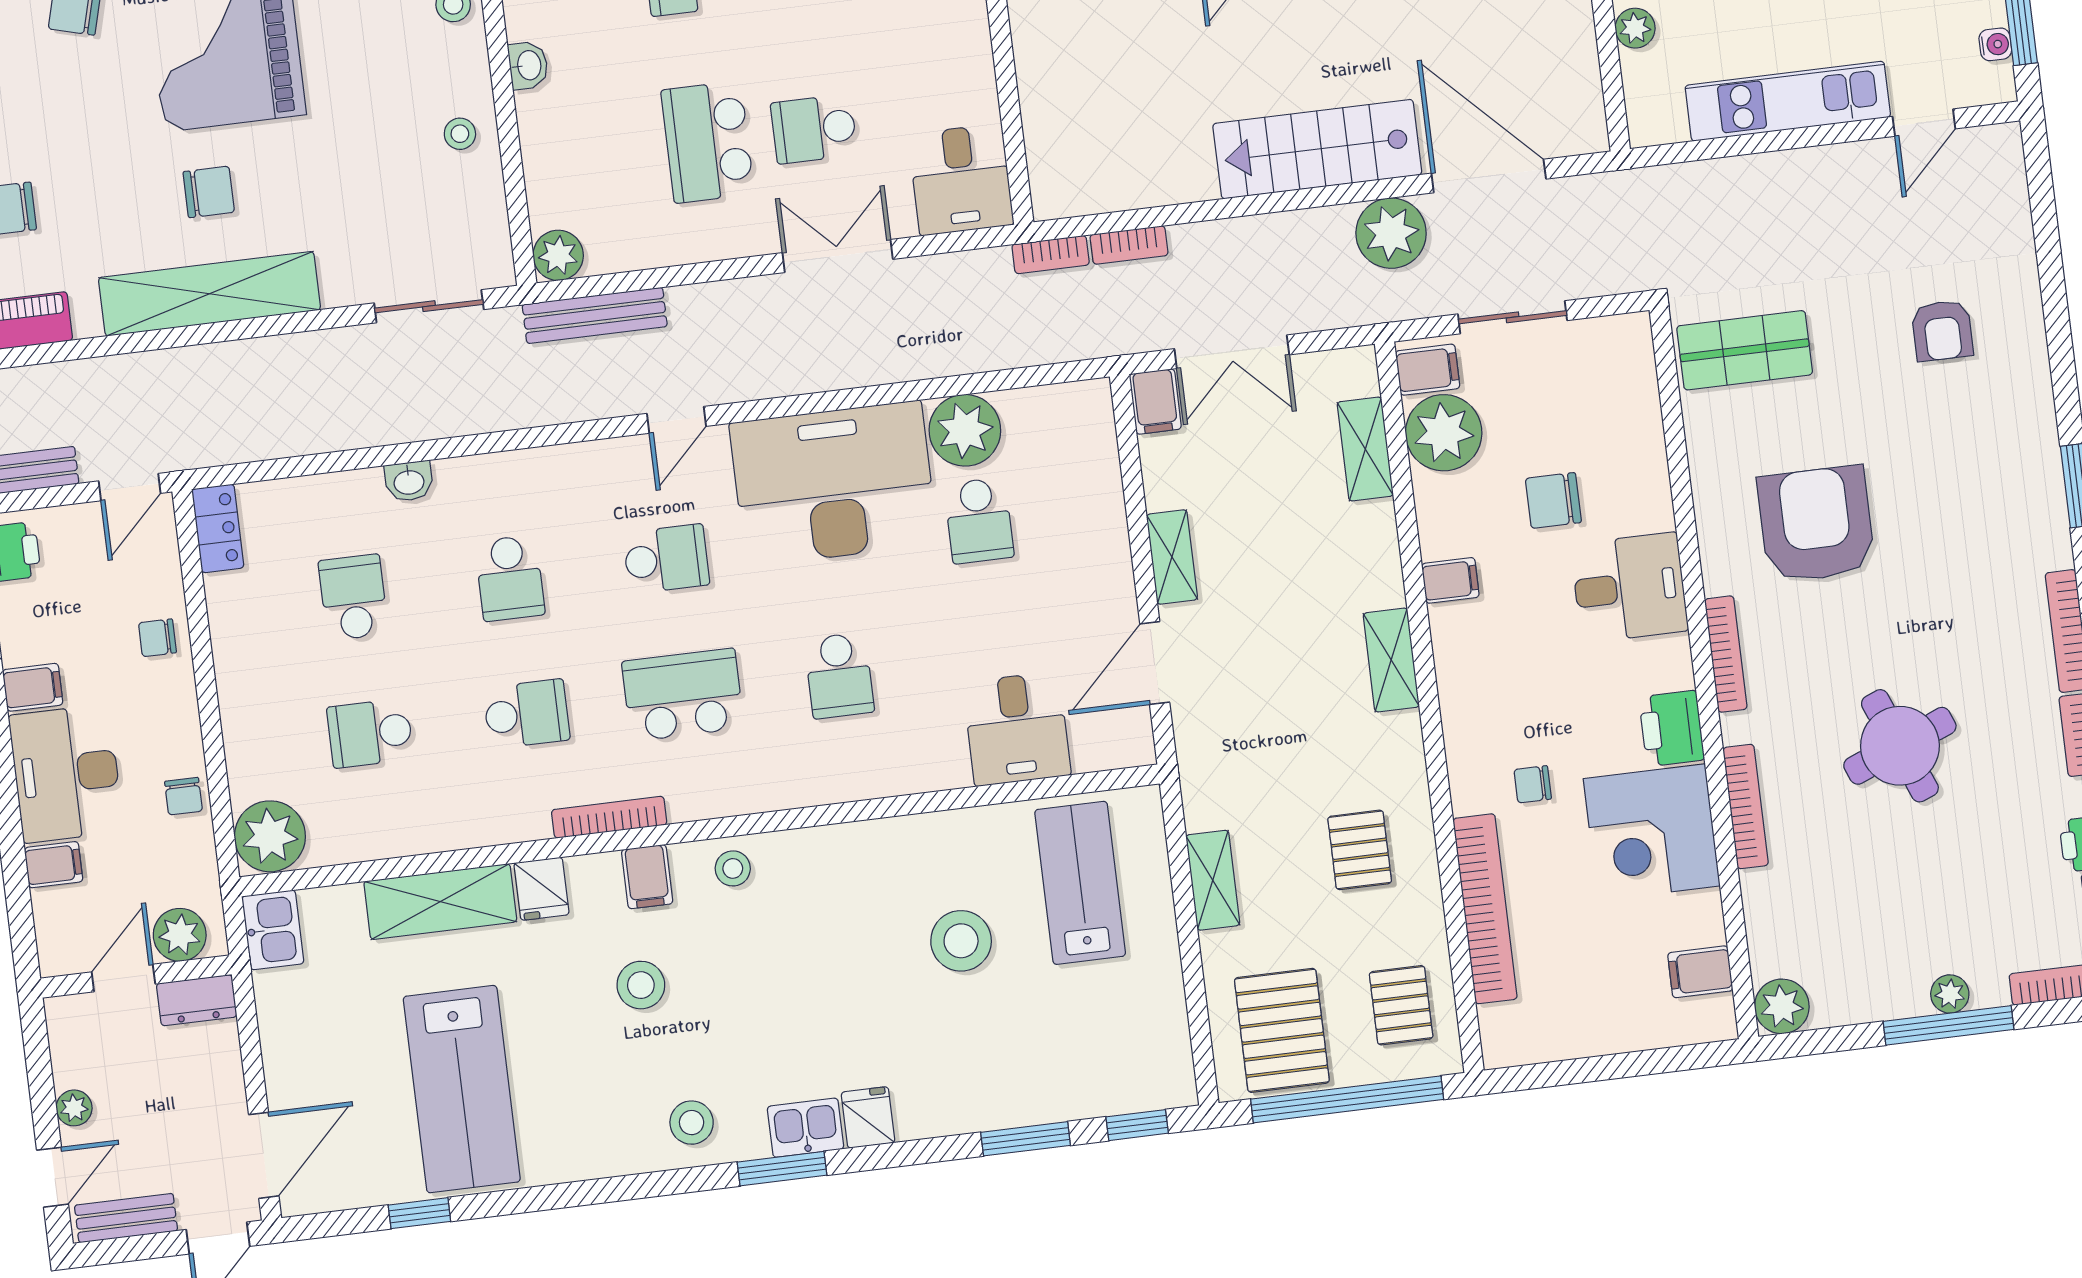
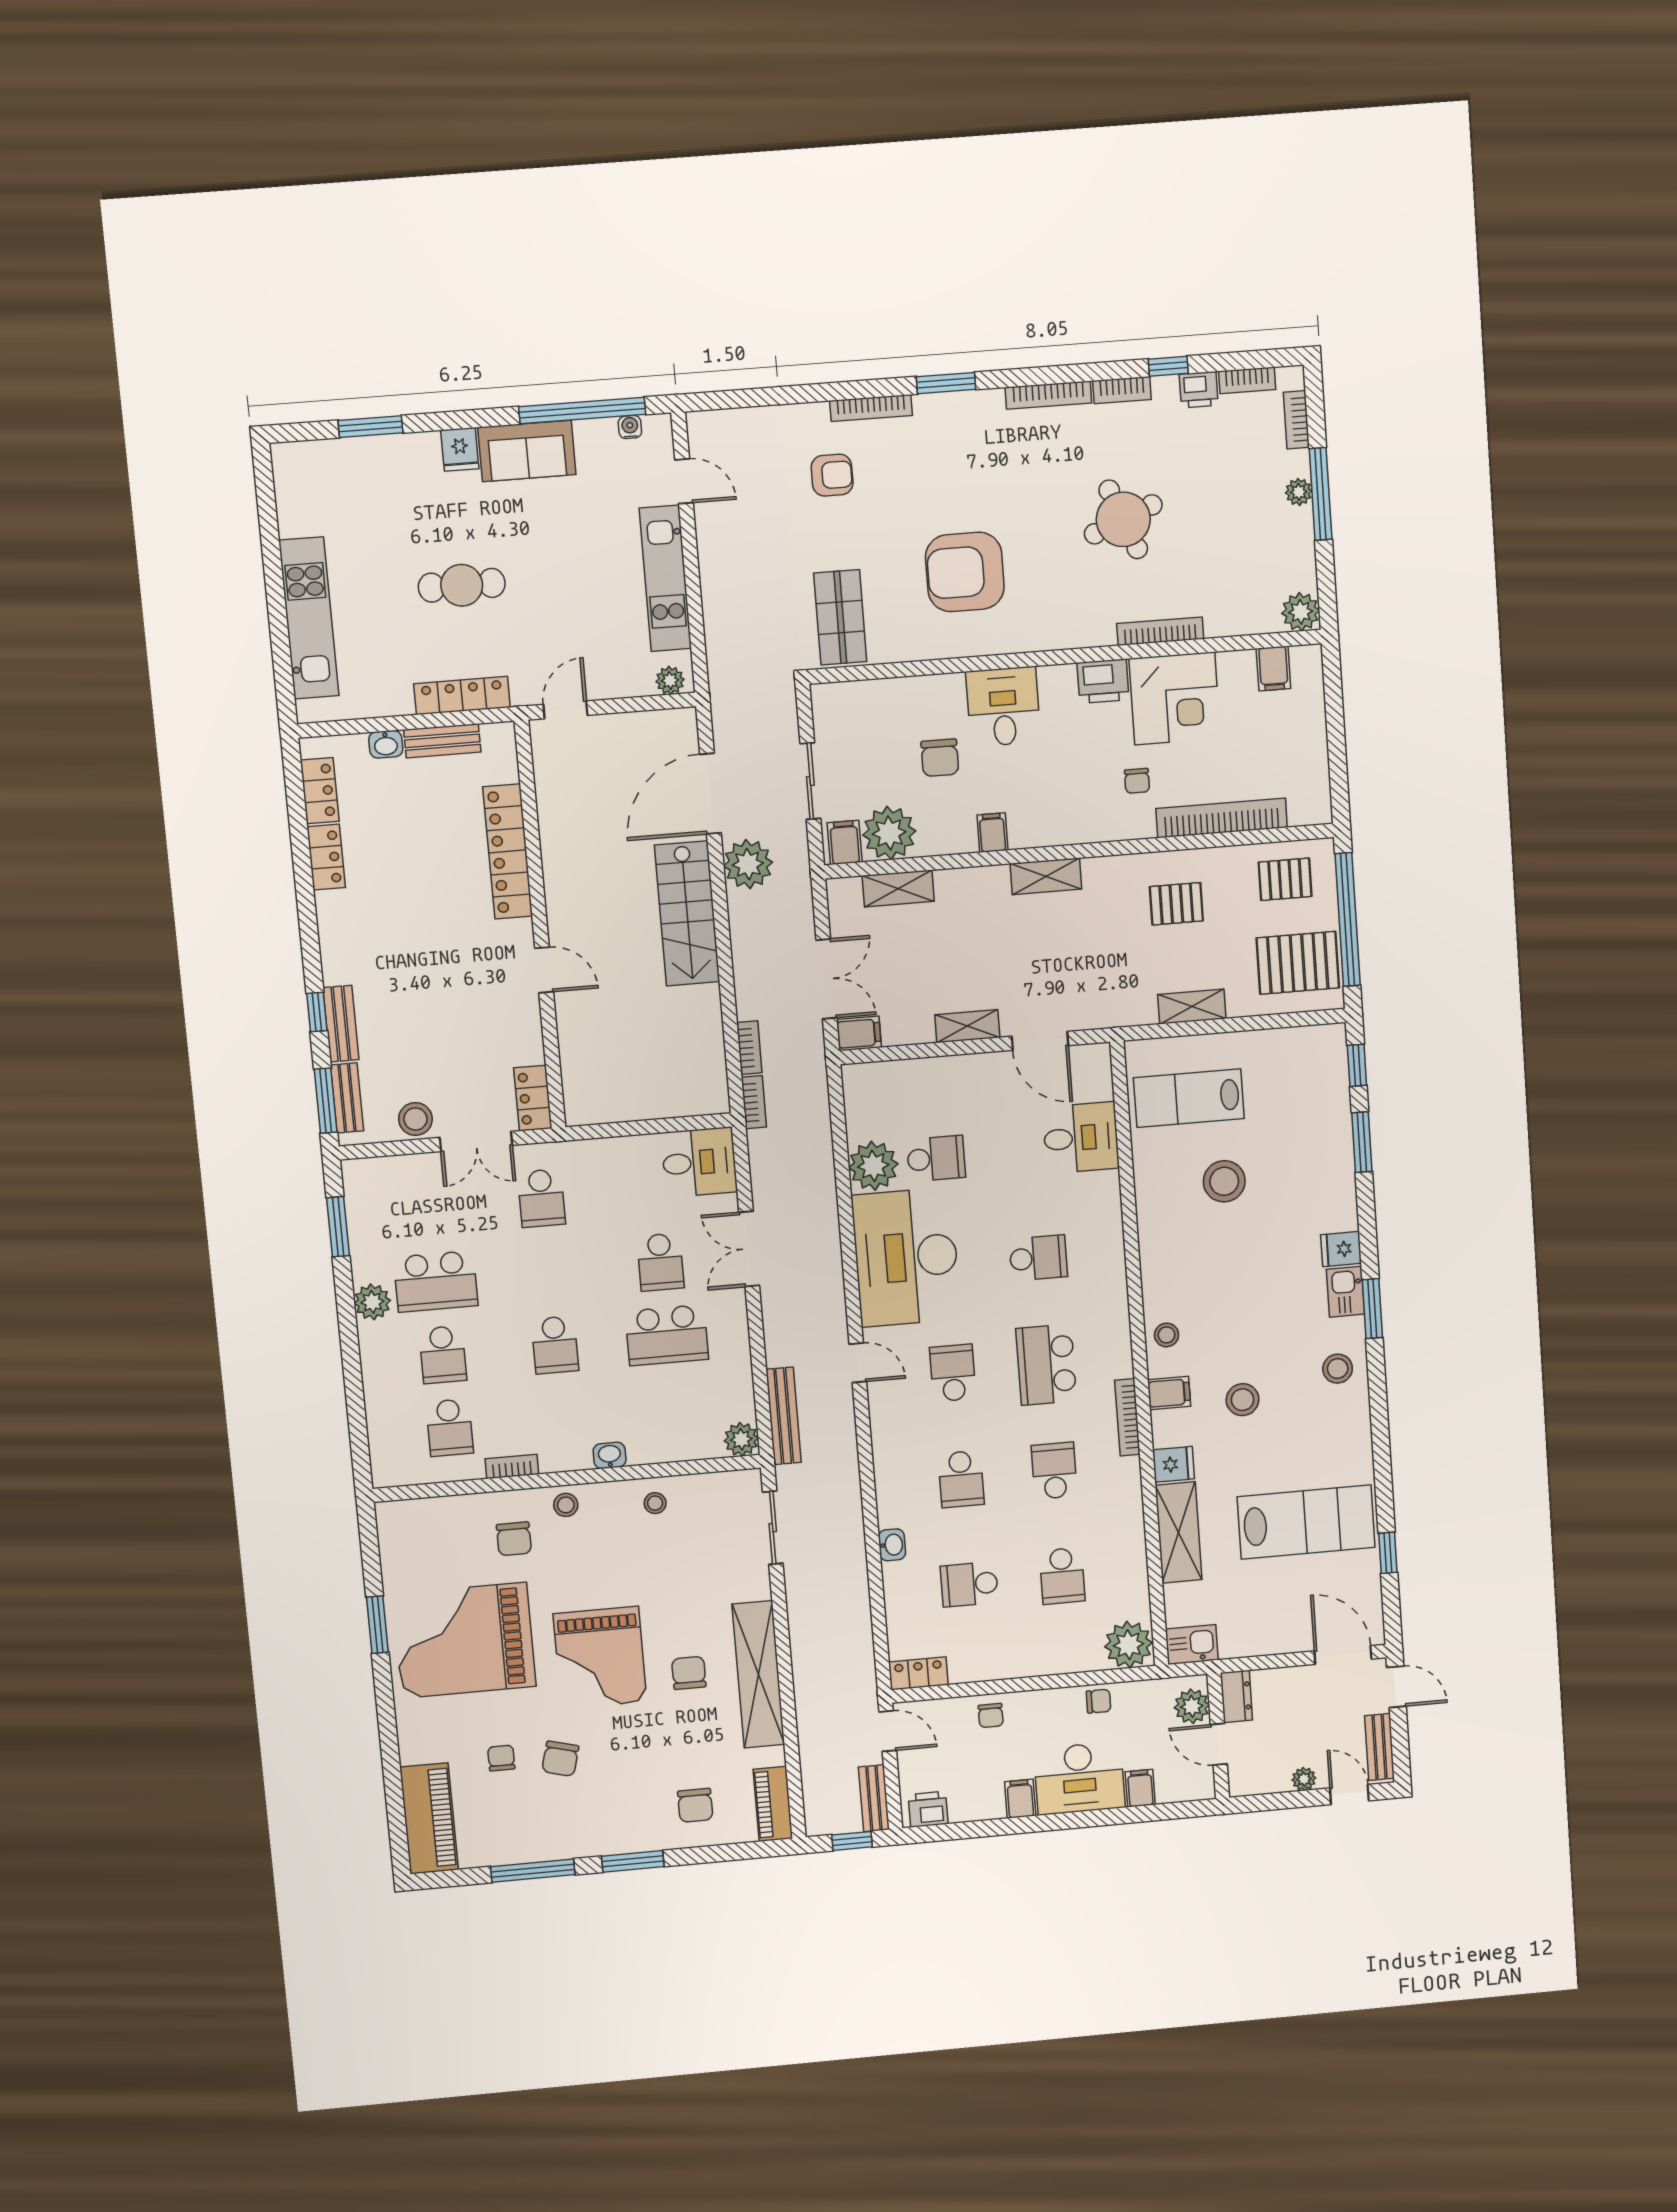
plant: (1635, 28) -> (670, 680), moved
school desk: (510, 578) -> (961, 1479), turned 90
bookcase: (1726, 654) -> (871, 408), moved, turned 180

